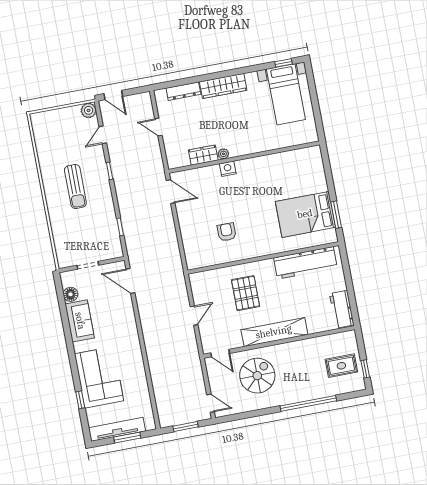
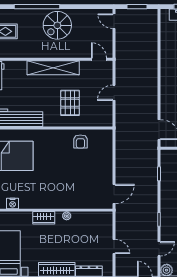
wardrobe: (203, 155) -> (44, 218), moved
nightstand: (228, 169) -> (13, 203), moved
door: (171, 192) -> (114, 194), swing flipped
armchair: (227, 232) -> (80, 141), moved
spiral stairs: (257, 376) -> (57, 25), moved

